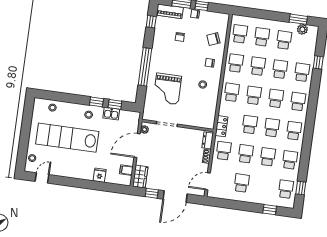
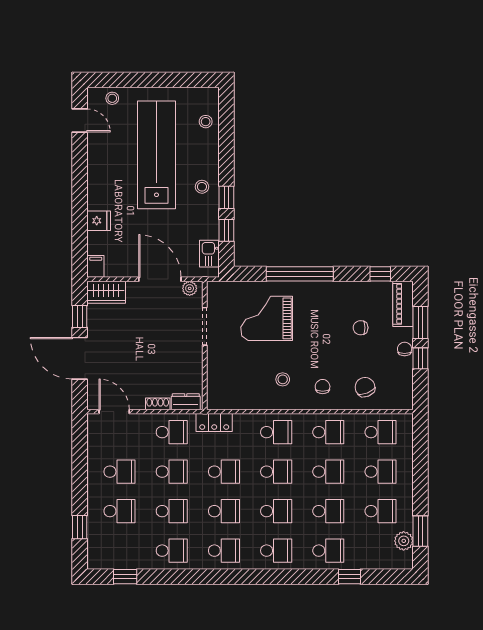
kitchen sink: (111, 114) -> (209, 254), moved
filing cabinet: (126, 170) -> (96, 266), moved
school desk: (286, 189) -> (119, 511), moved

